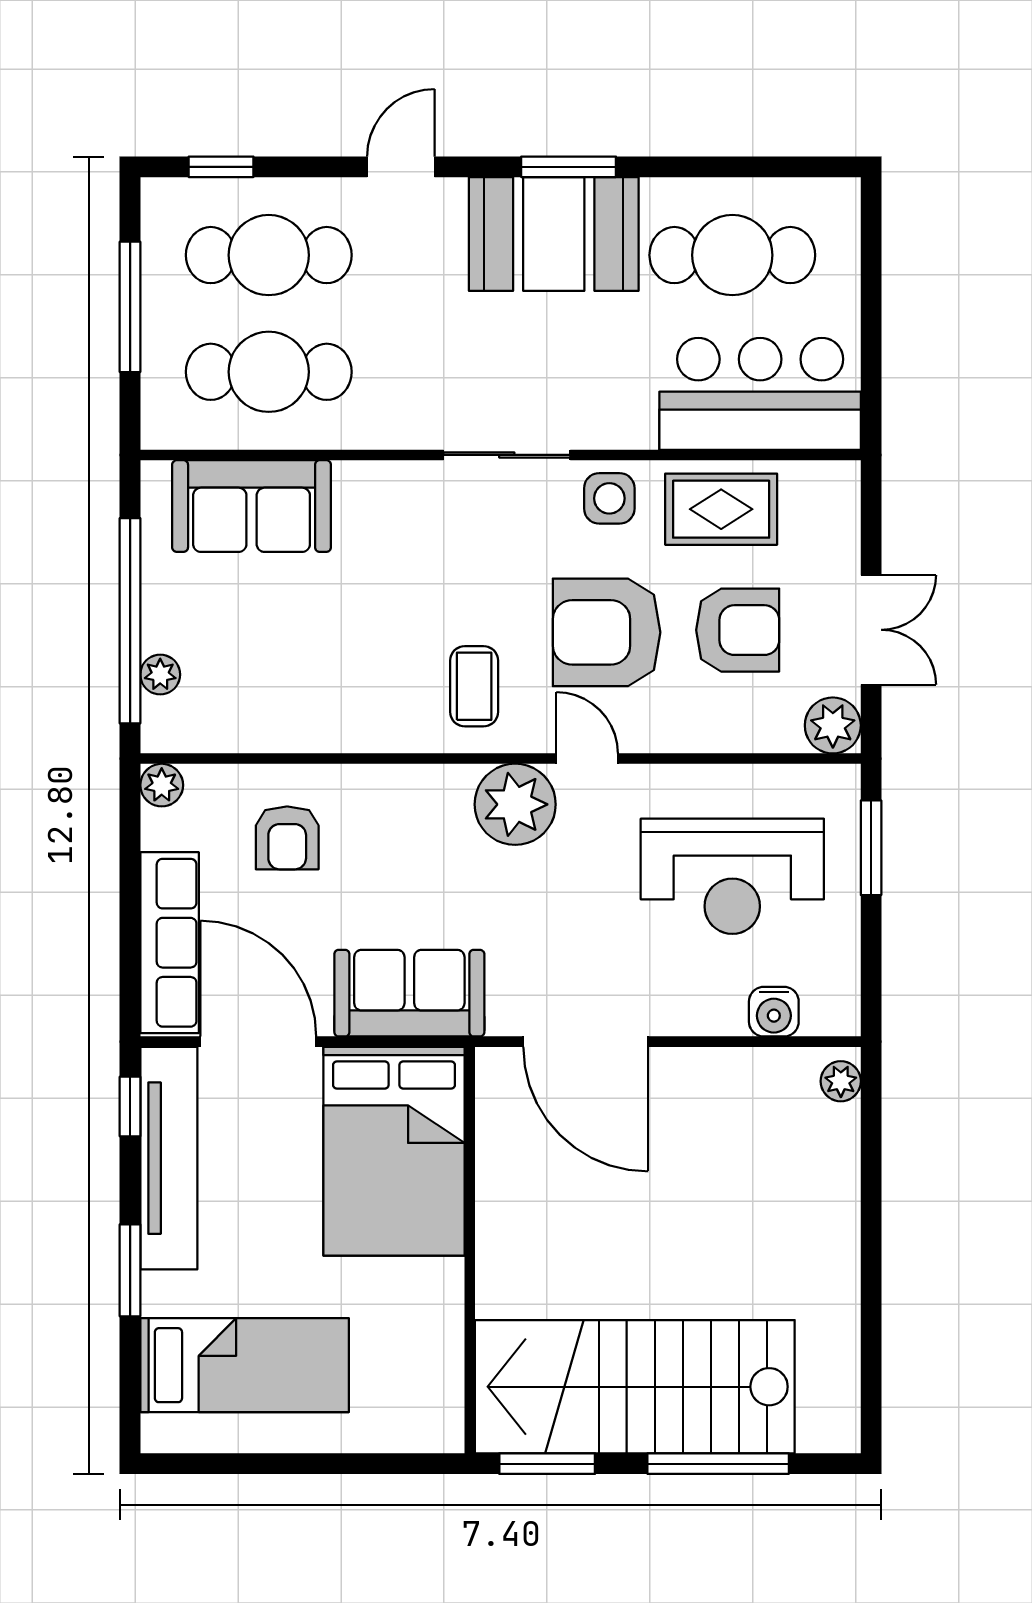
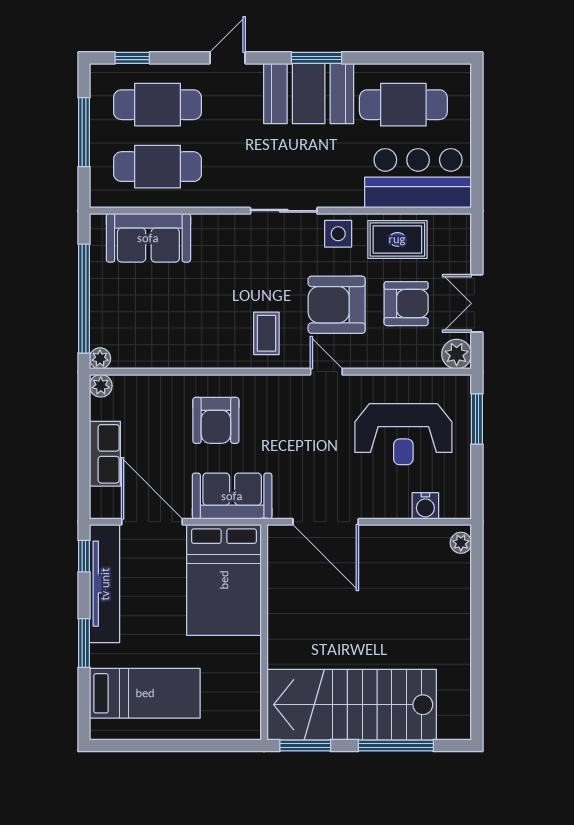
double door: (871, 630) -> (477, 303), swing flipped
plant: (160, 675) -> (100, 358), moved
plant: (515, 804) -> (288, 396), removed
armchair: (287, 838) -> (216, 420), moved, width x1.38, depth x1.38
row of seats: (170, 943) -> (105, 454), width x0.68

